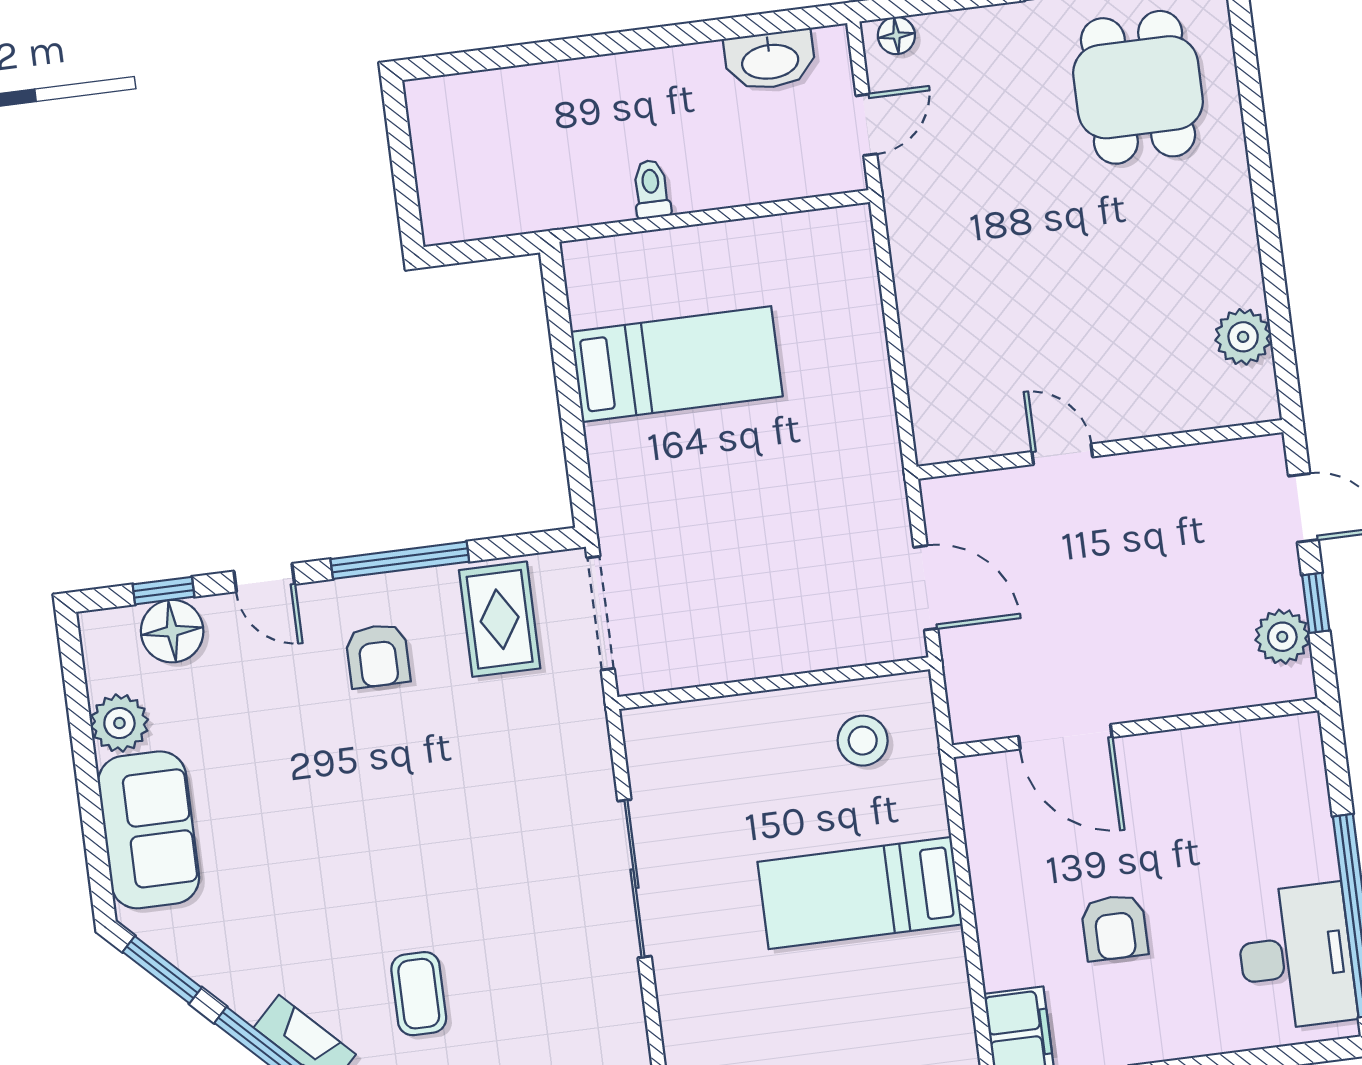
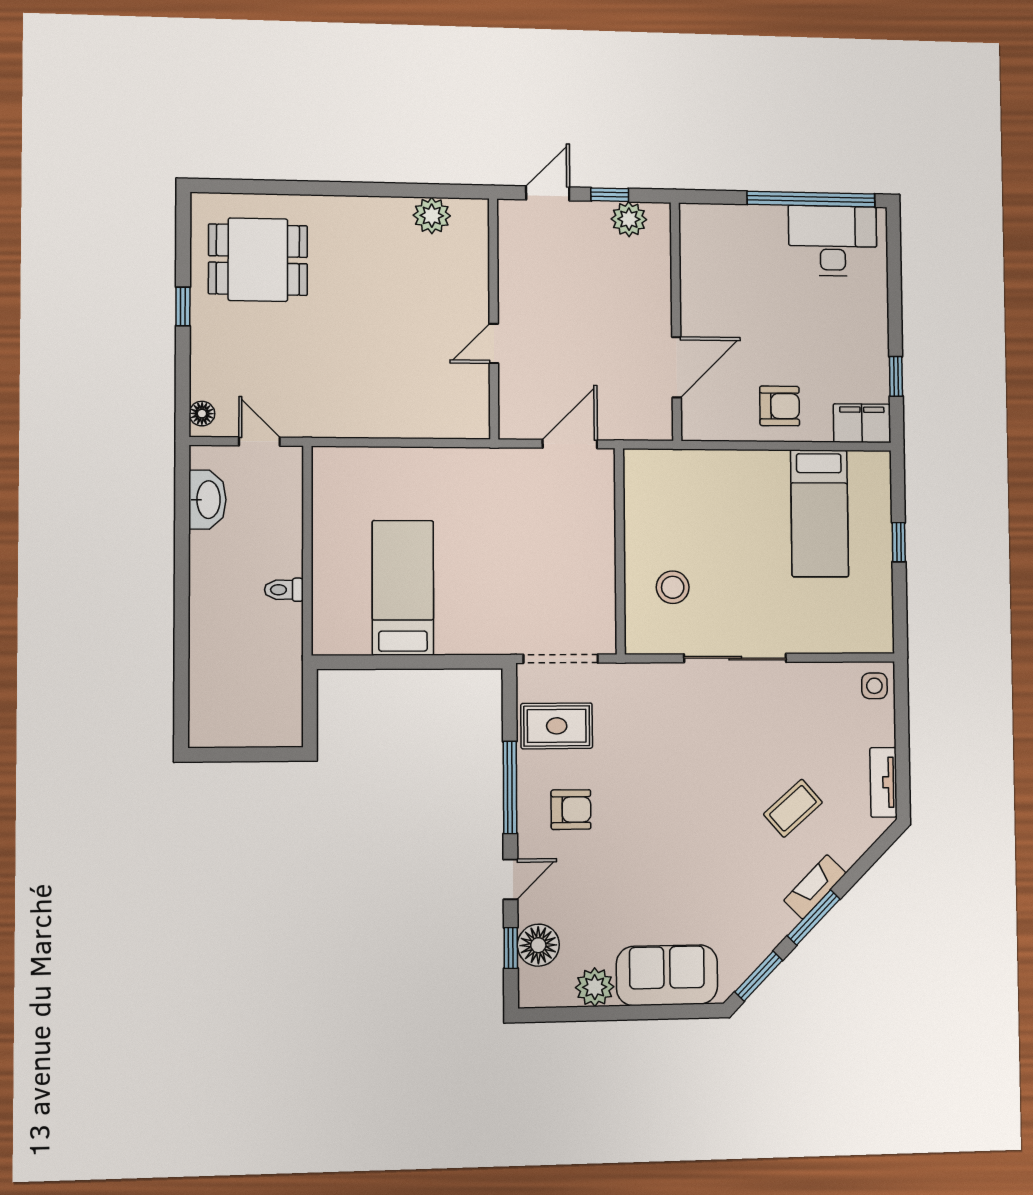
stool: (863, 741) -> (673, 587), moved
bed: (860, 893) -> (819, 513), moved
armchair: (1115, 927) -> (780, 406), moved
coffee table: (419, 994) -> (793, 808), turned -41

